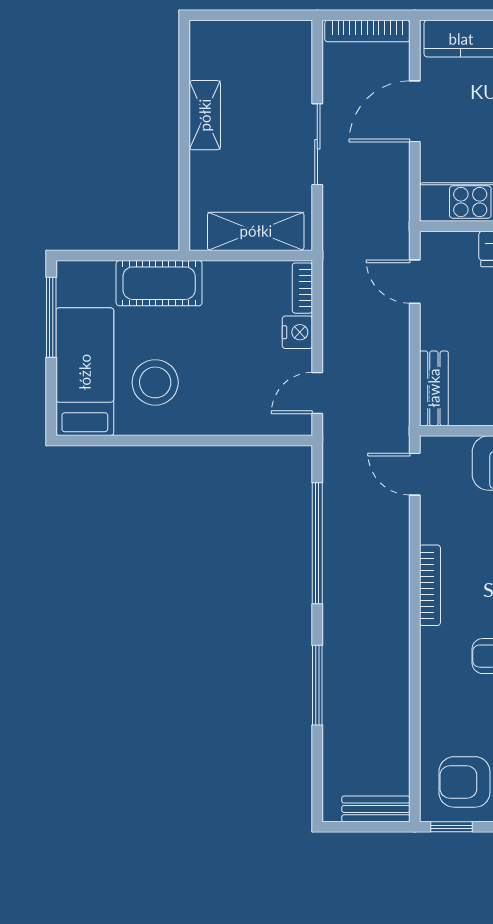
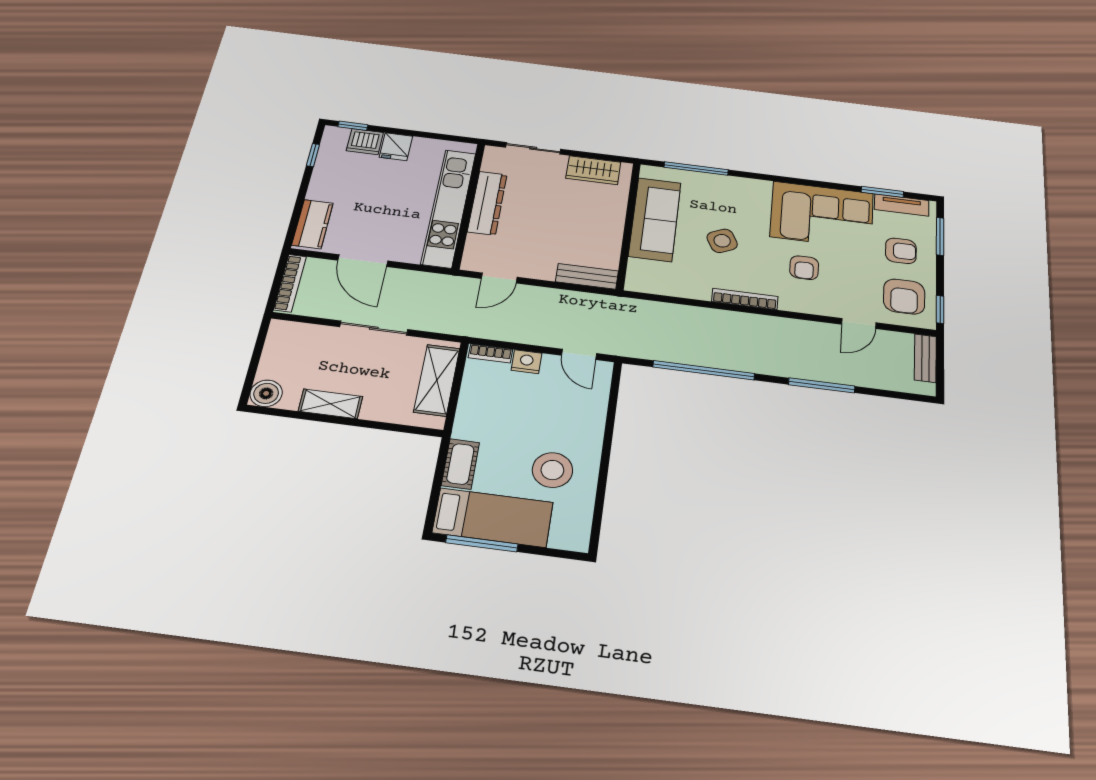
boiler: (208, 39) -> (266, 393), added
cot: (159, 283) -> (460, 464), width x0.73, depth x0.75
bed: (85, 372) -> (493, 518), moved, turned 180
door: (415, 474) -> (859, 323), moved

